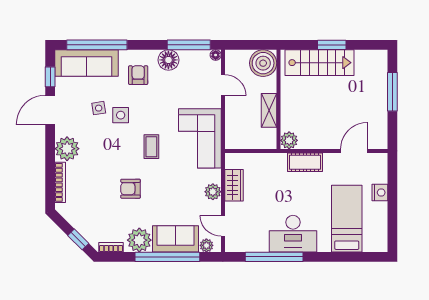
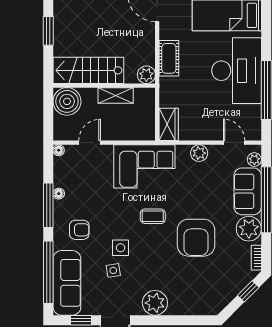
window: (189, 45) -> (48, 205), moved
floor lamp: (168, 60) -> (59, 194), width x0.53, depth x0.53
stairs: (320, 63) -> (88, 70), moved, turned -90
armchair: (138, 75) -> (79, 230), turned 180
bookcase: (60, 182) -> (190, 310), removed
wardrobe: (234, 185) -> (169, 124), moved, turned 90
armchair: (131, 189) -> (196, 238), width x1.88, depth x1.88
door: (223, 226) -> (234, 143), swing flipped
desk: (293, 234) -> (237, 71), width x1.36, depth x1.30

